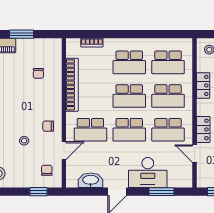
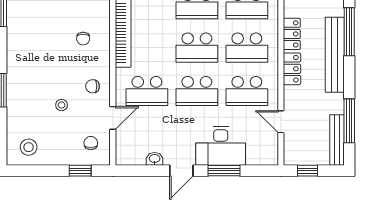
chair: (38, 73) -> (83, 39), moved
locker: (203, 129) -> (292, 69), moved
washbasin: (91, 180) -> (155, 159), width x0.52, depth x0.69
window: (161, 192) -> (224, 171), moved

